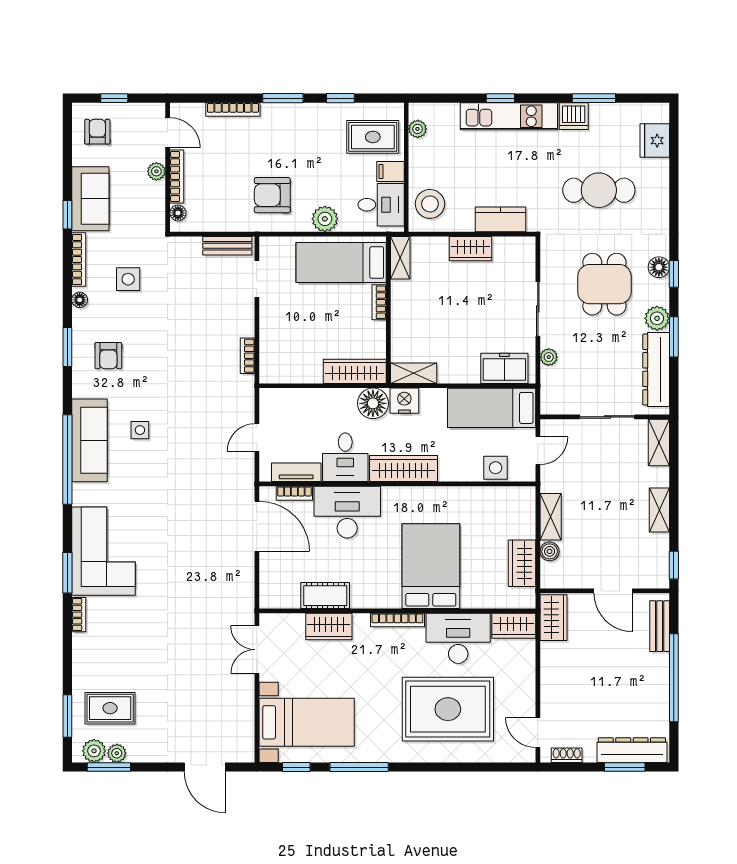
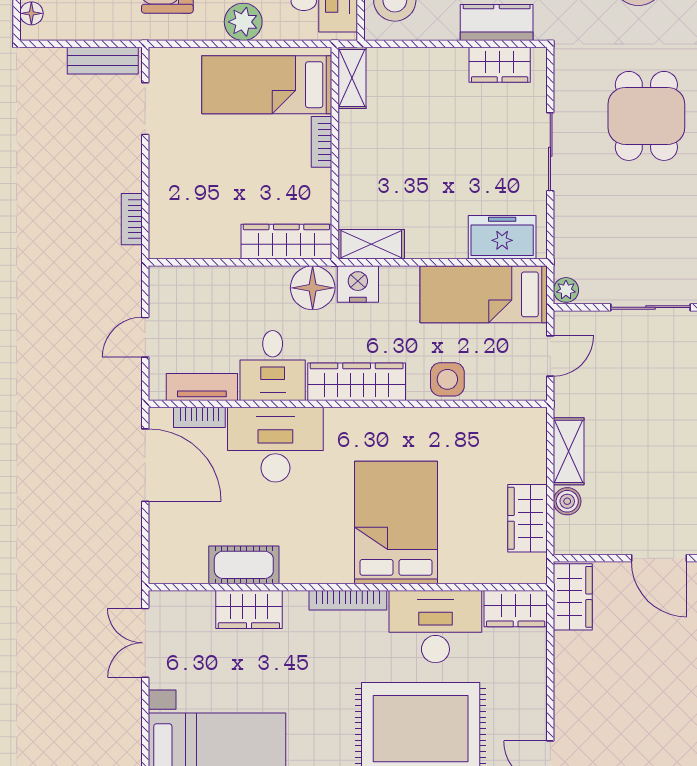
wardrobe: (470, 249) -> (500, 65), moved
plant: (549, 357) -> (566, 290), moved
side table: (496, 468) -> (447, 379), moved

